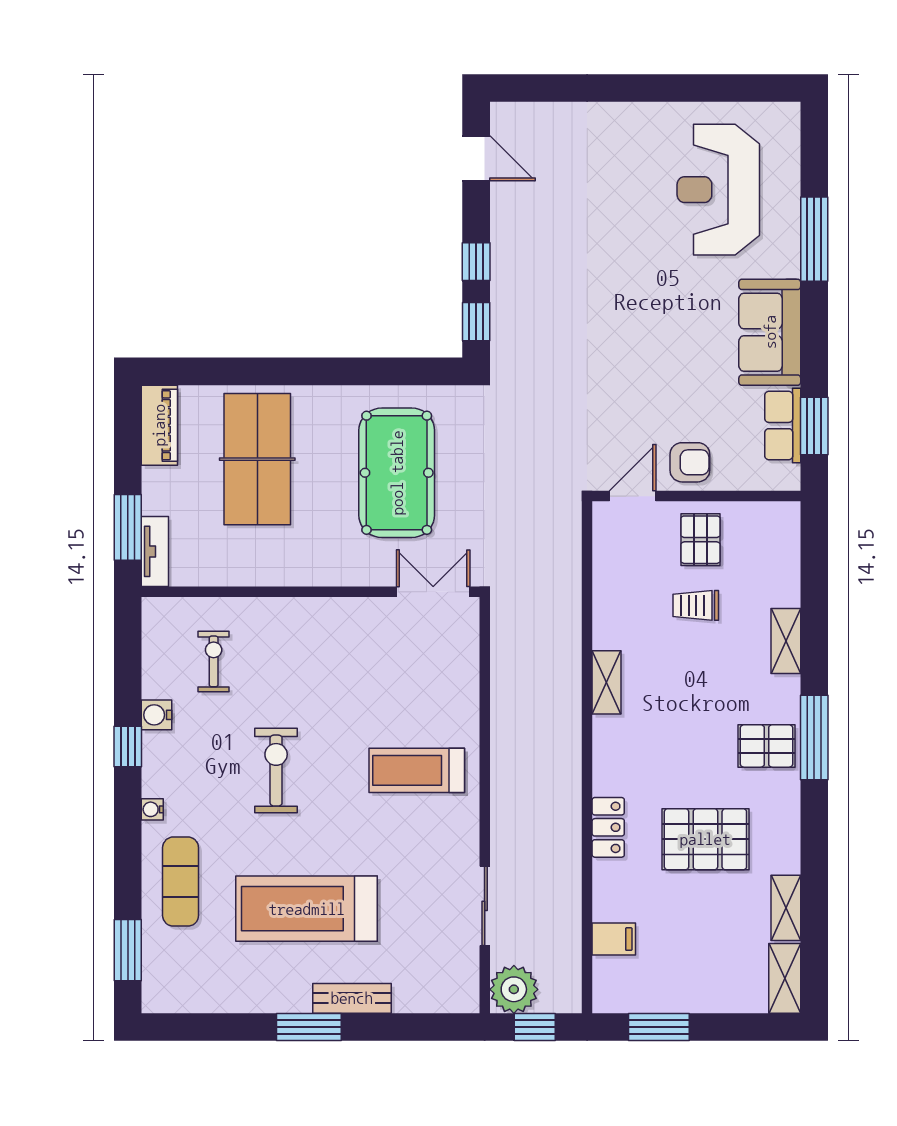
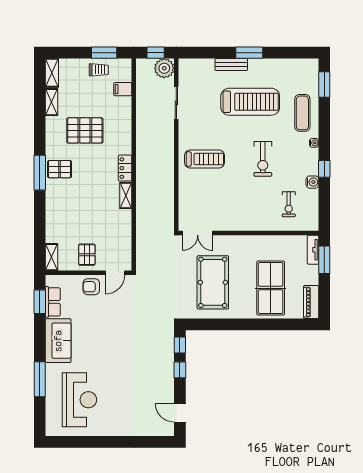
trolley: (696, 605) -> (99, 70), moved
shelving: (786, 641) -> (52, 257), moved
locker: (608, 827) -> (125, 168), moved

